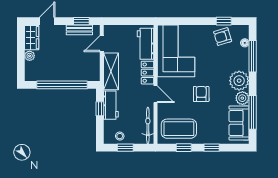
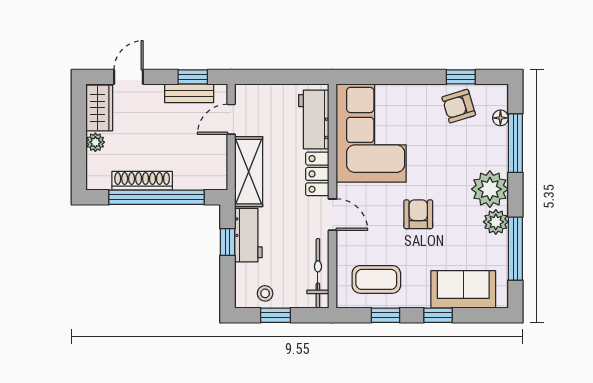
shoe rack: (54, 76) -> (142, 181), added
sofa: (239, 123) -> (463, 289), moved, turned 90
coffee table: (179, 129) -> (376, 279), width x0.73, depth x0.76

